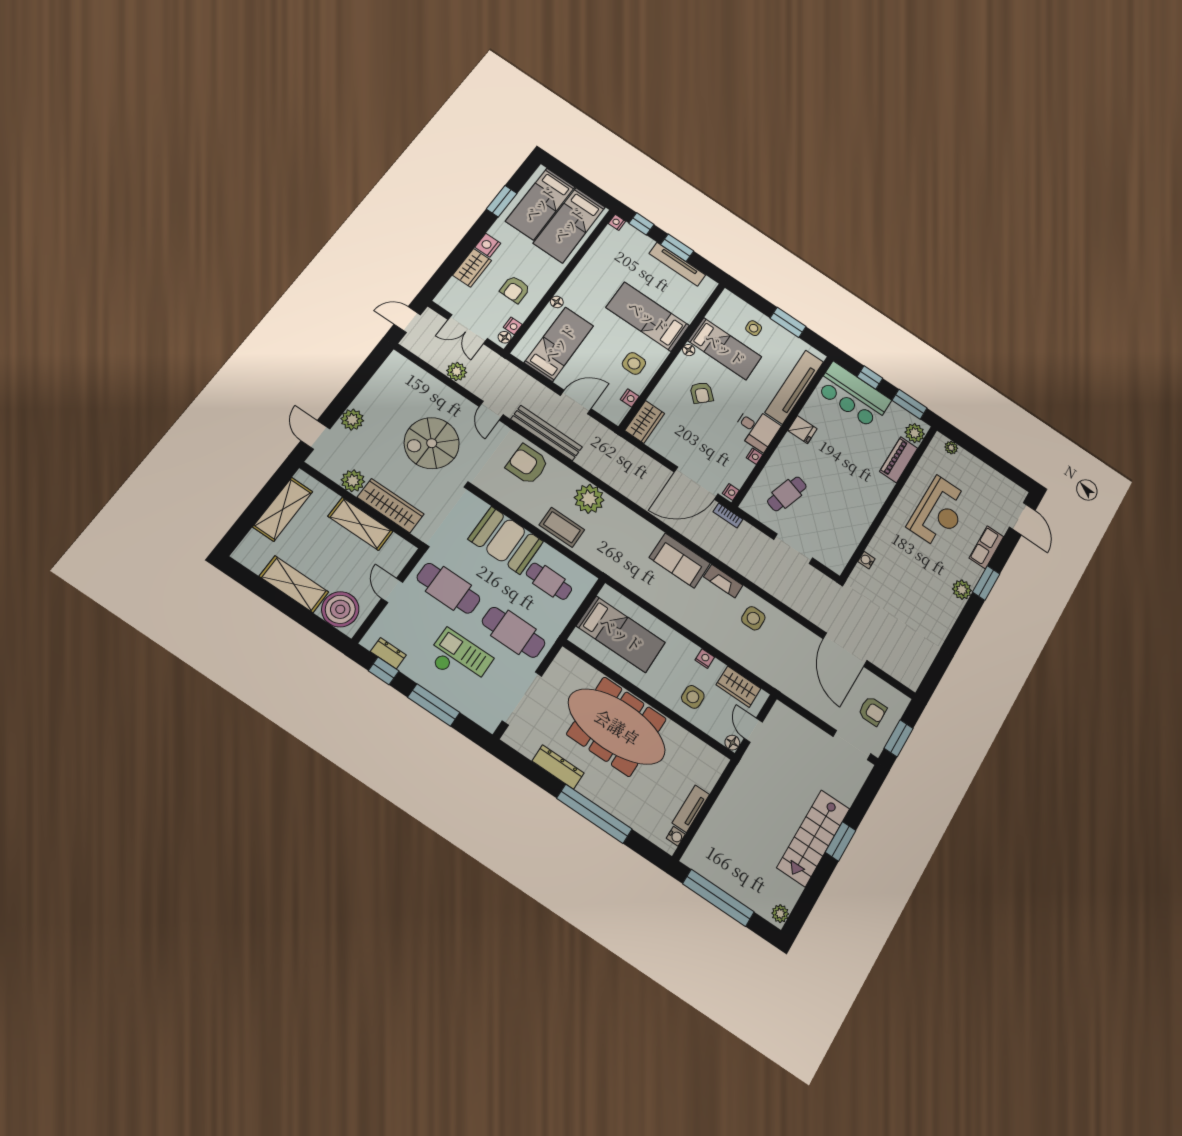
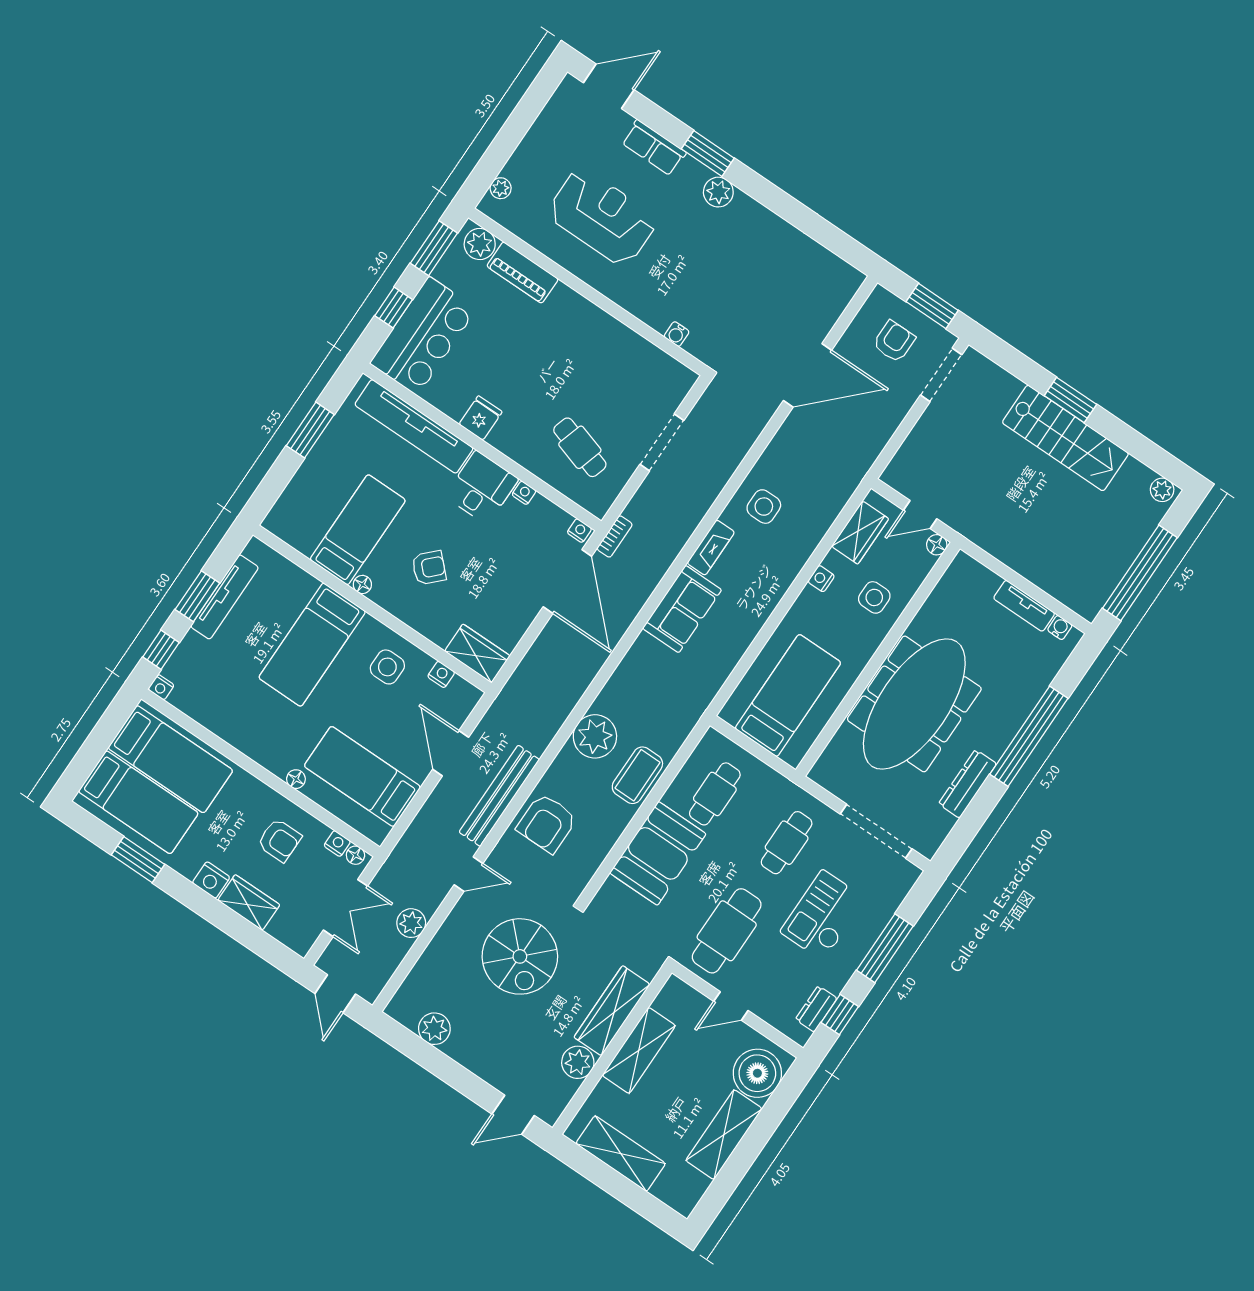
side table: (754, 328) -> (322, 484), removed
plant: (352, 420) -> (434, 1029), moved
cafe table: (514, 632) -> (787, 843), width x0.73, depth x0.74

